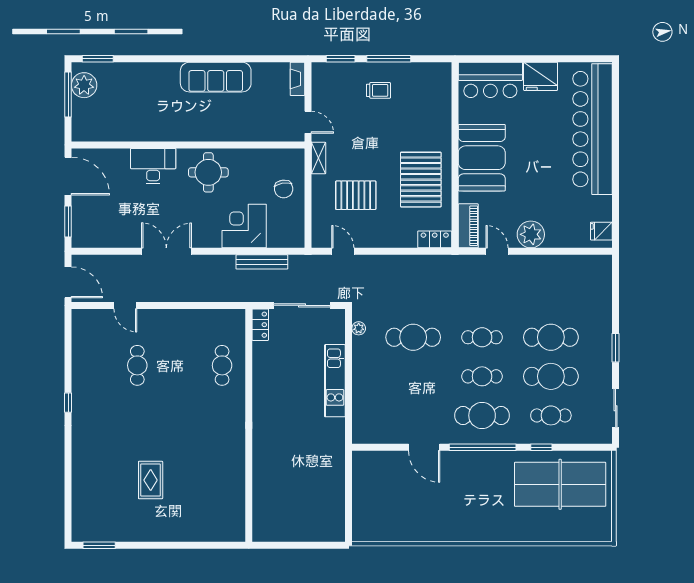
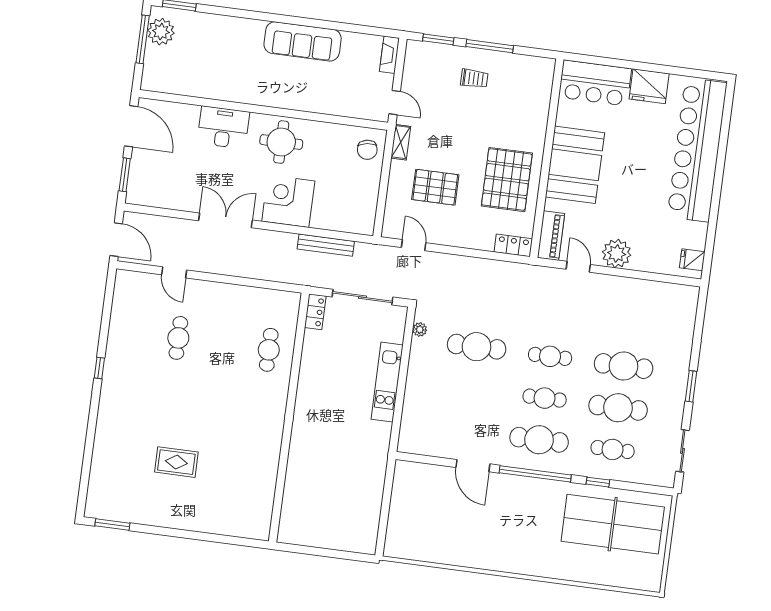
chair: (284, 189) -> (367, 150), moved
corner desk: (244, 226) -> (288, 201), moved
rug: (151, 480) -> (176, 462), turned 90

